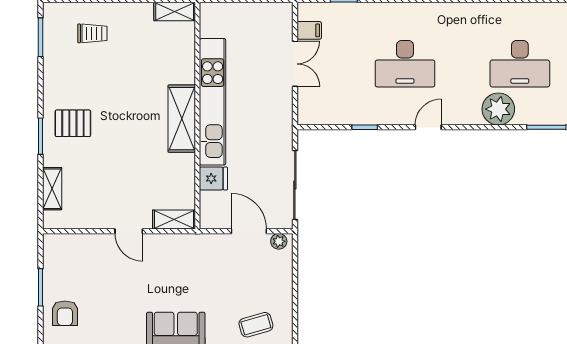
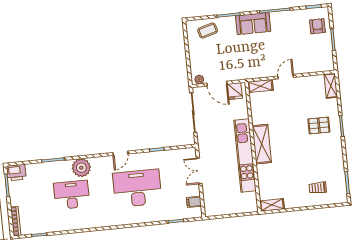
double door: (295, 64) -> (199, 171), moved
desk: (405, 64) -> (137, 188), width x1.36, depth x1.30
pallet: (73, 123) -> (319, 125), moved
fridge: (213, 178) -> (235, 91), moved, turned -90
shelving: (52, 189) -> (331, 86), moved
door: (129, 231) -> (286, 77), hinge flipped

